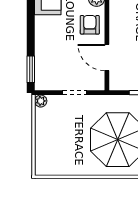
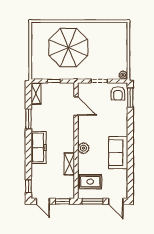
armchair: (90, 25) -> (118, 93), moved

